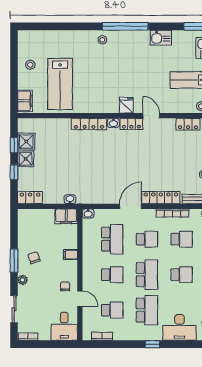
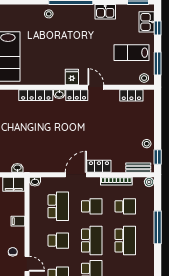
locker: (161, 198) -> (99, 166), width x0.66
school desk: (182, 275) -> (125, 241), width x1.85

